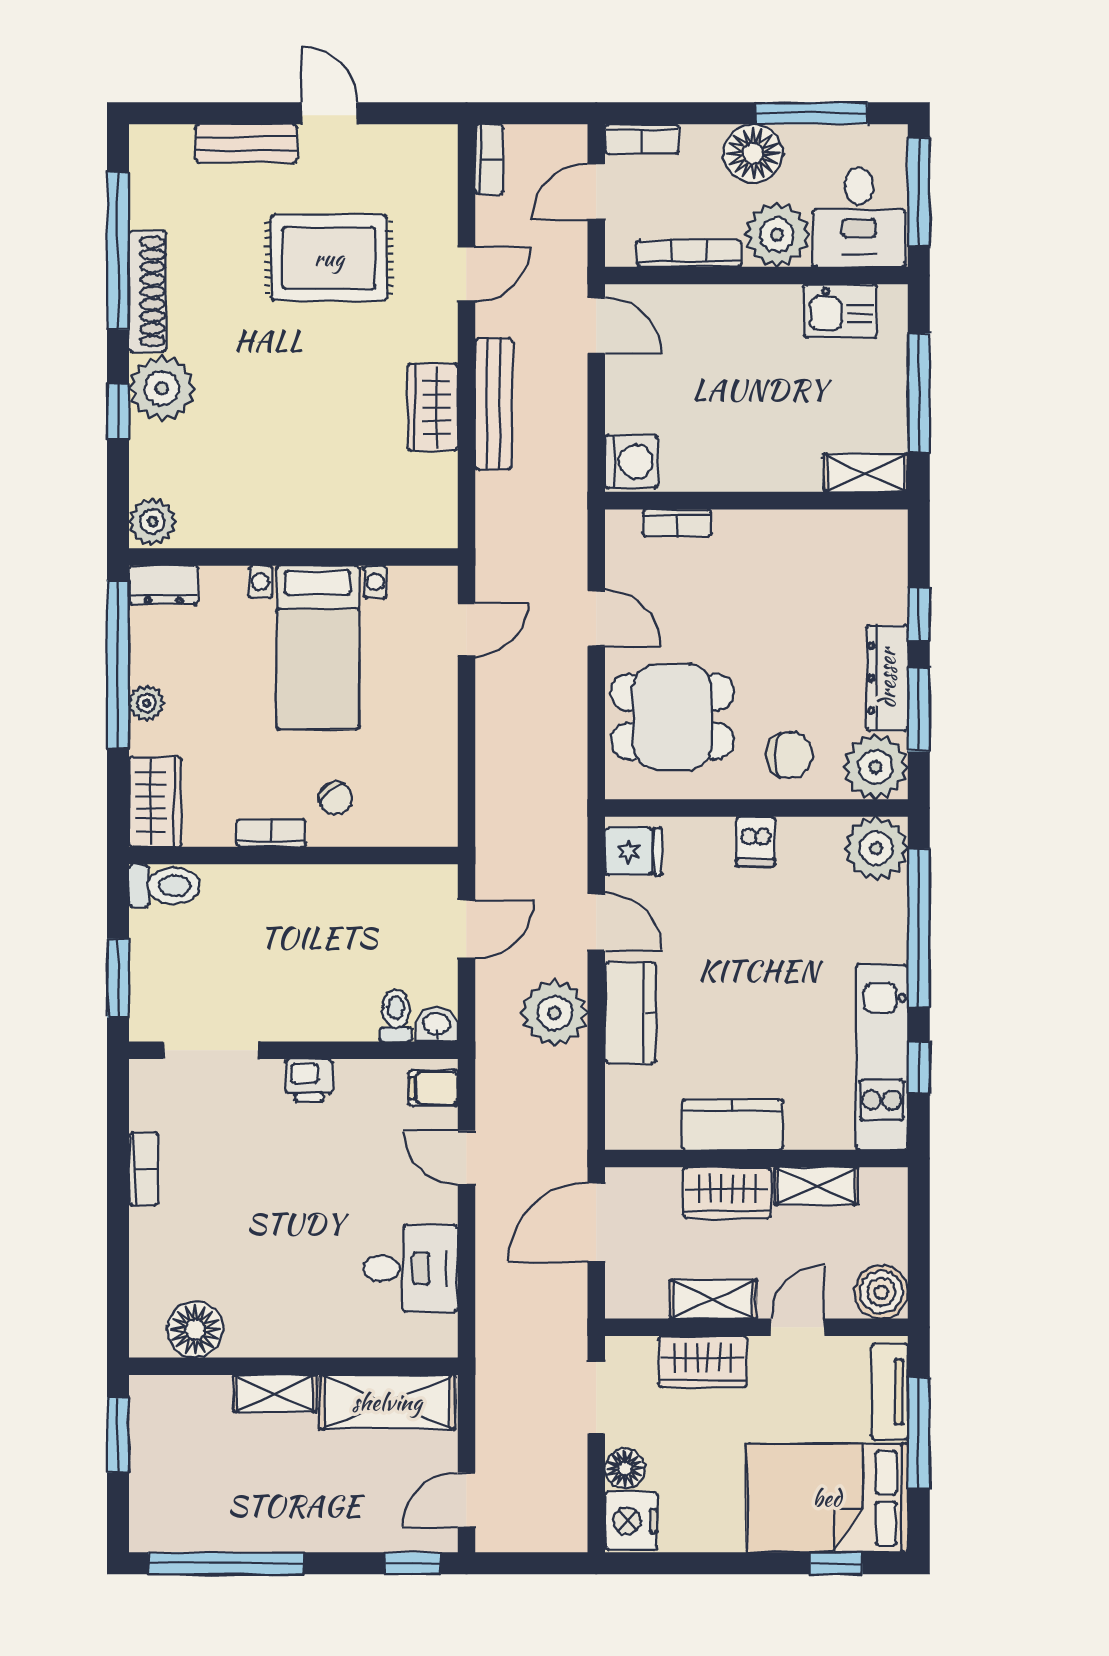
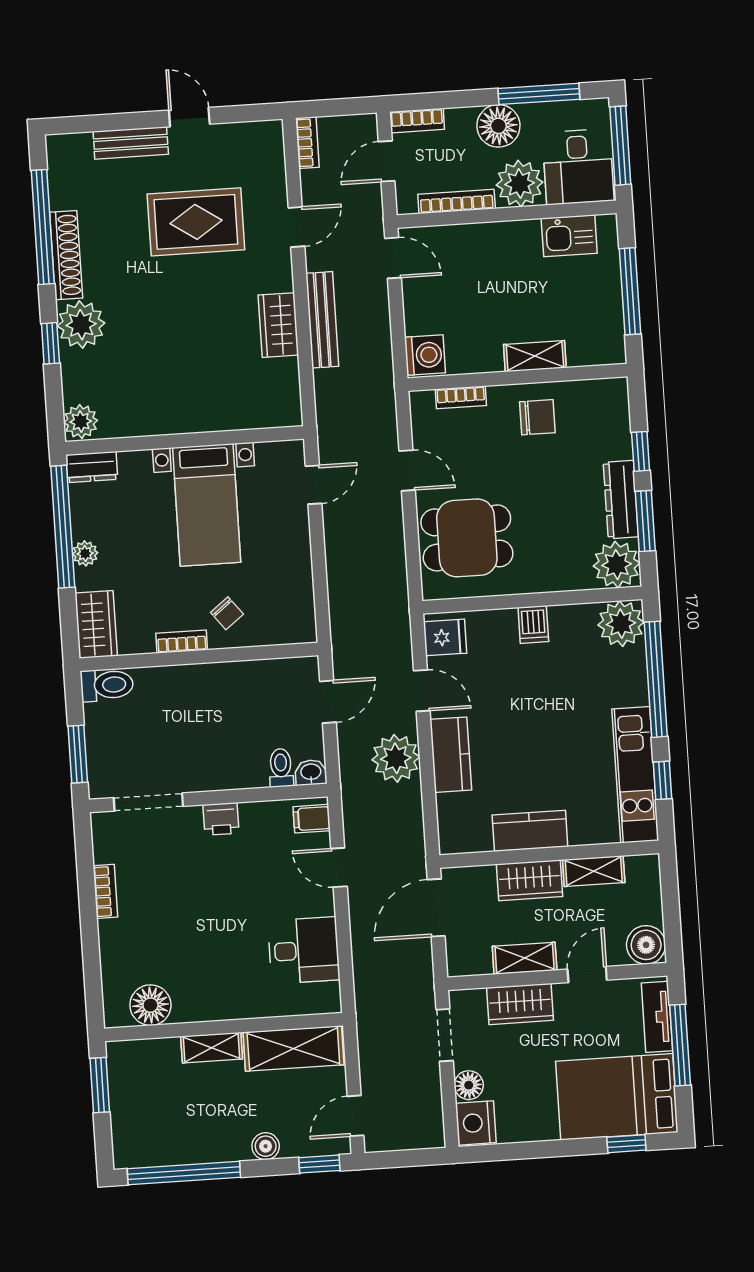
shelving: (866, 473) -> (535, 356), moved
chair: (789, 755) -> (537, 417), moved
boiler: (340, 1534) -> (266, 1146), added

